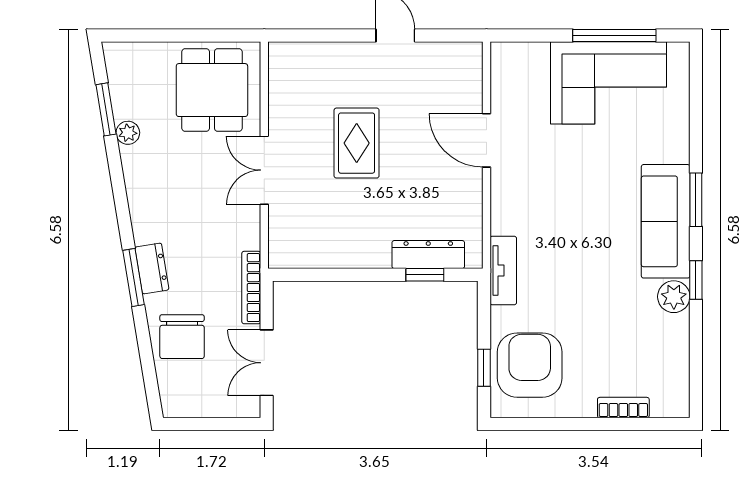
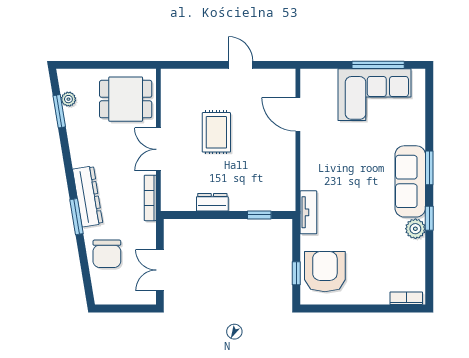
dining table: (212, 90) -> (126, 99), turned 90
plant: (128, 133) -> (68, 99), moved
door: (486, 140) -> (298, 114), moved
dresser: (428, 255) -> (212, 202), moved, width x0.70
dresser: (152, 268) -> (88, 196), width x1.96, depth x1.24
bookcase: (251, 288) -> (150, 198), moved
bookcase: (623, 408) -> (406, 298), moved

